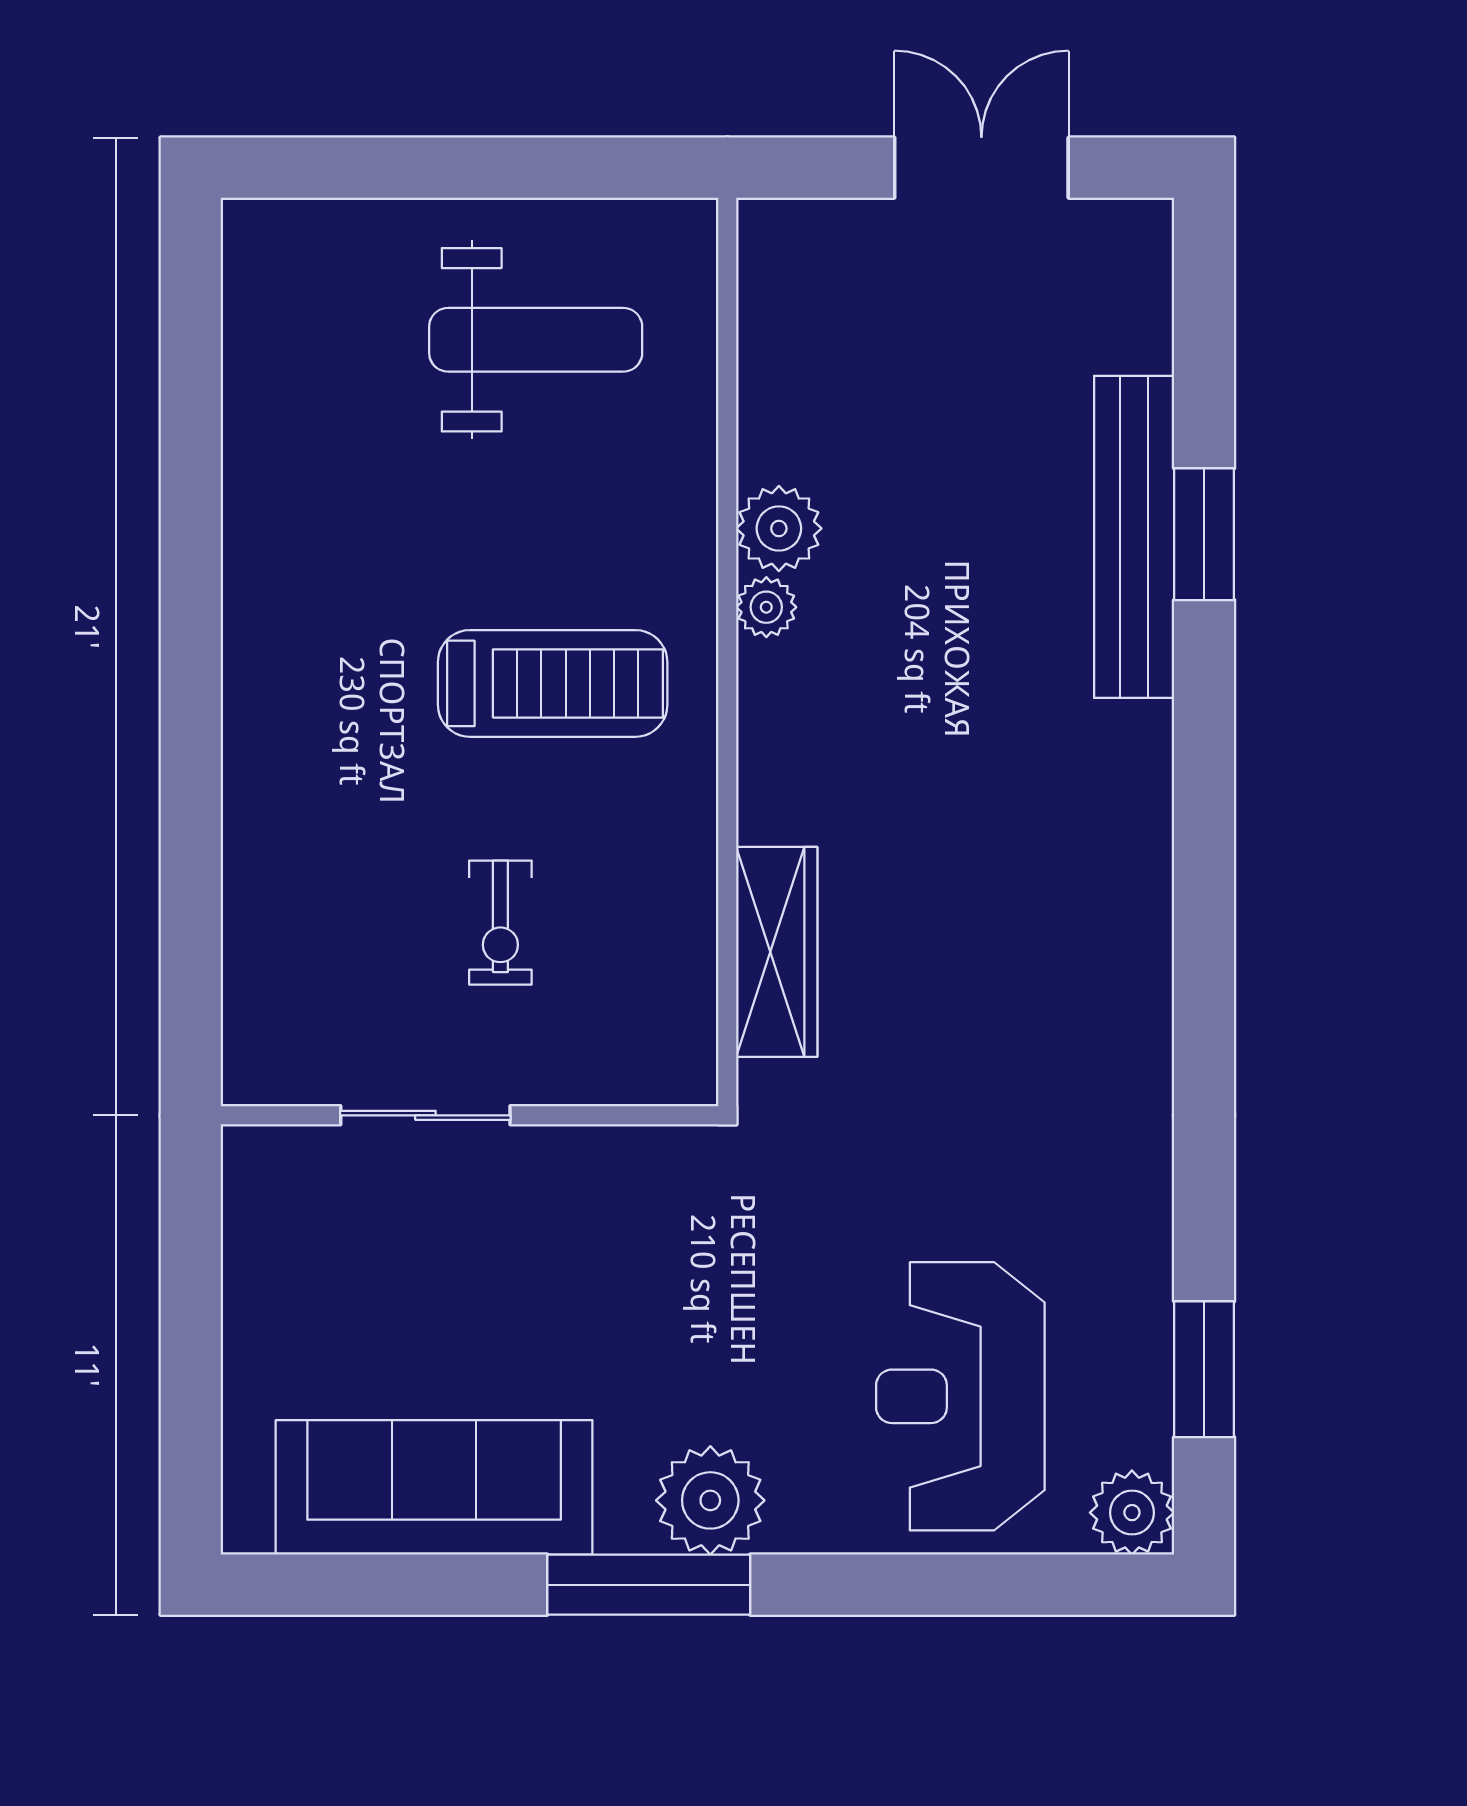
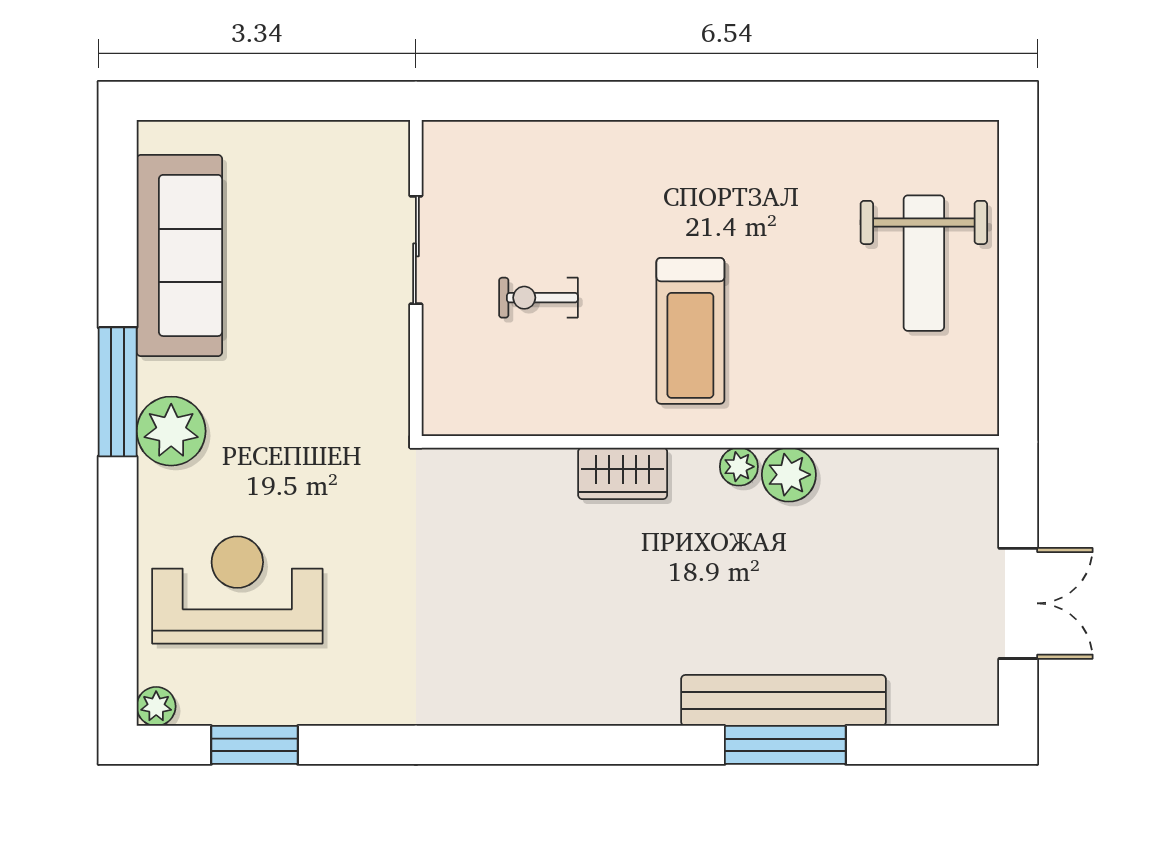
weight bench: (536, 340) -> (924, 263), moved
window: (1204, 534) -> (785, 745), width x1.44
wardrobe: (777, 952) -> (623, 473), moved, width x0.67
plant: (1132, 1513) -> (156, 706), width x0.73, depth x0.73

